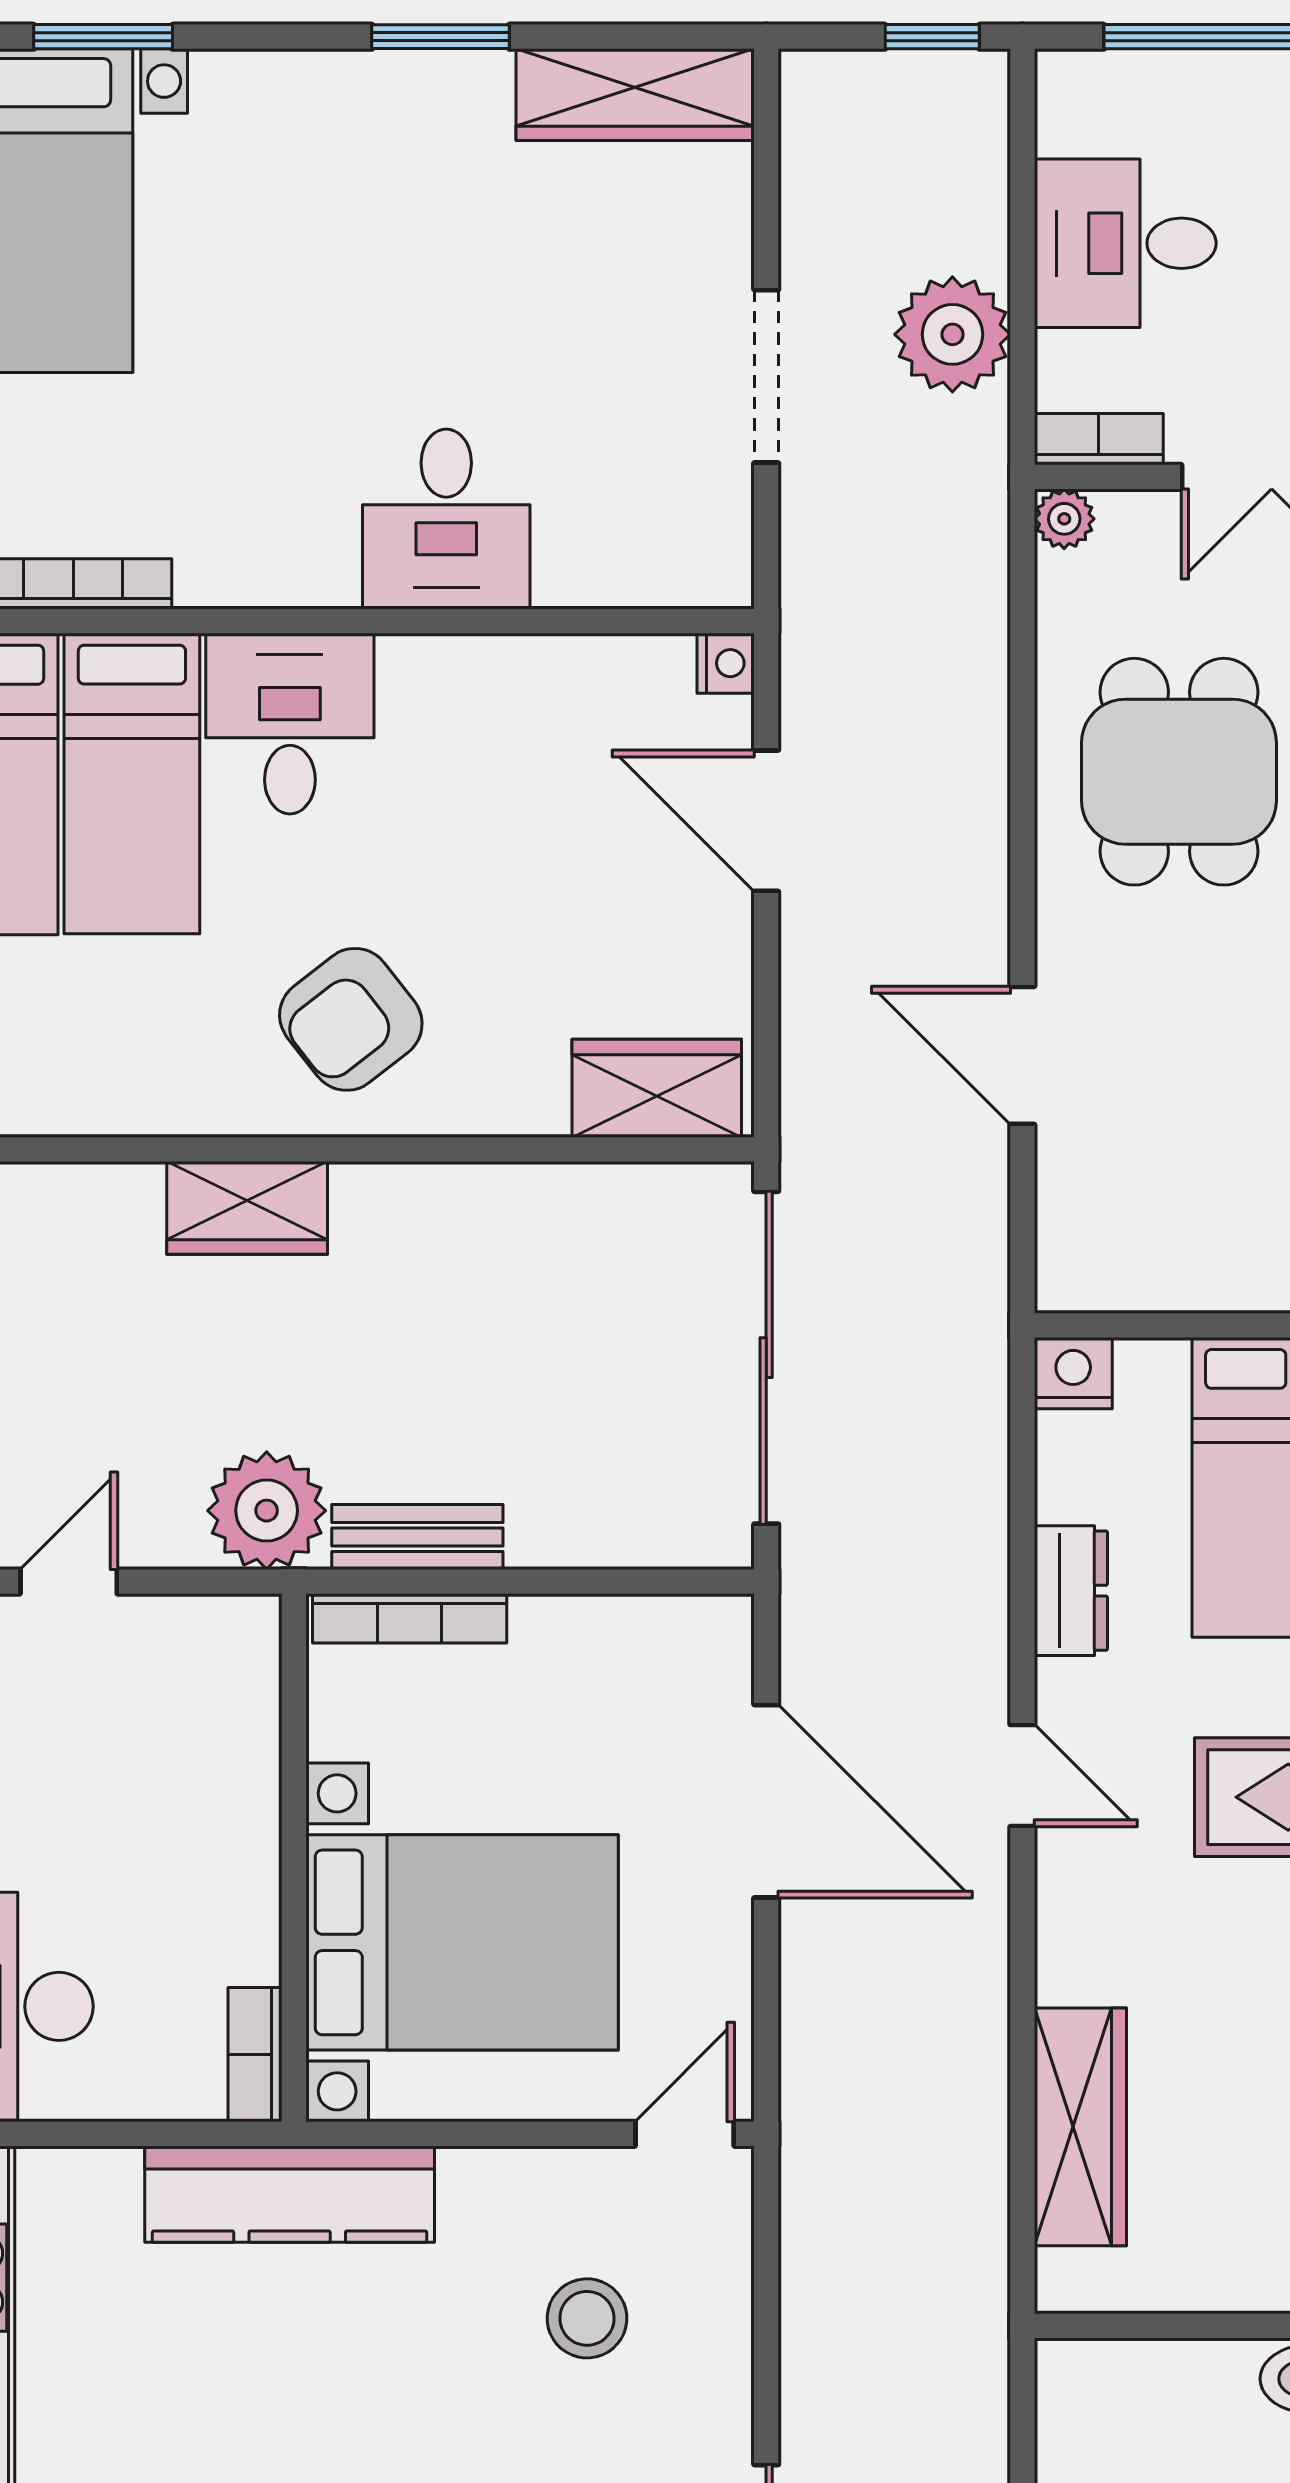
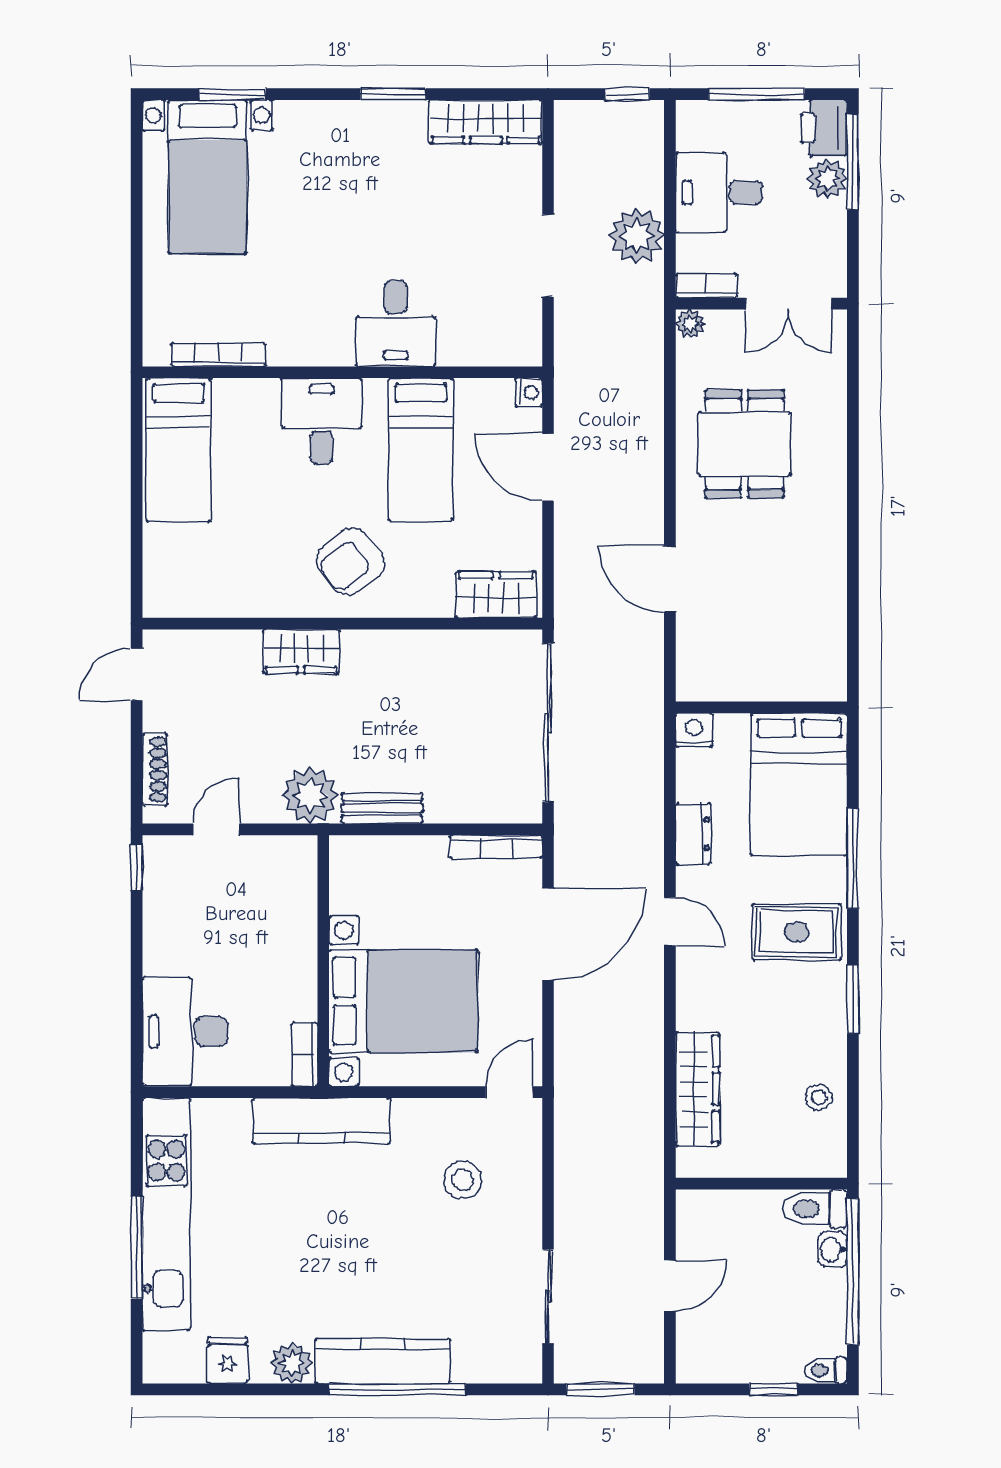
bed: (132, 783) -> (421, 449), moved
bookcase: (410, 1618) -> (496, 847), moved
door: (766, 1801) -> (548, 934), hinge flipped

